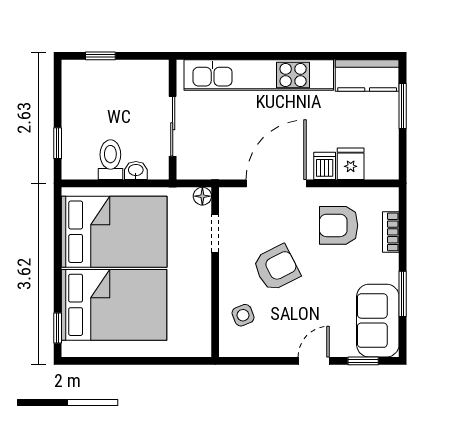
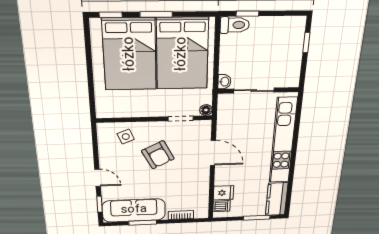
toilet: (110, 160) -> (235, 25), moved
dishwasher: (325, 166) -> (222, 206), moved
washbasin: (136, 171) -> (224, 82), moved
door: (276, 183) -> (213, 153), width x0.73
armchair: (339, 225) -> (185, 188), removed
window: (58, 267) -> (156, 14), added
sofa: (378, 321) -> (134, 210), width x1.36

